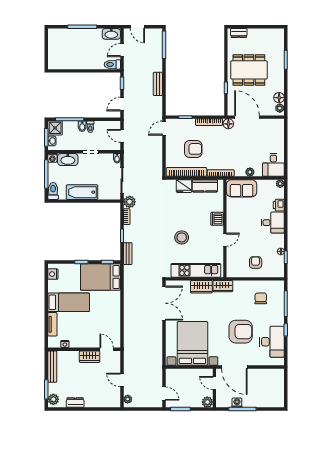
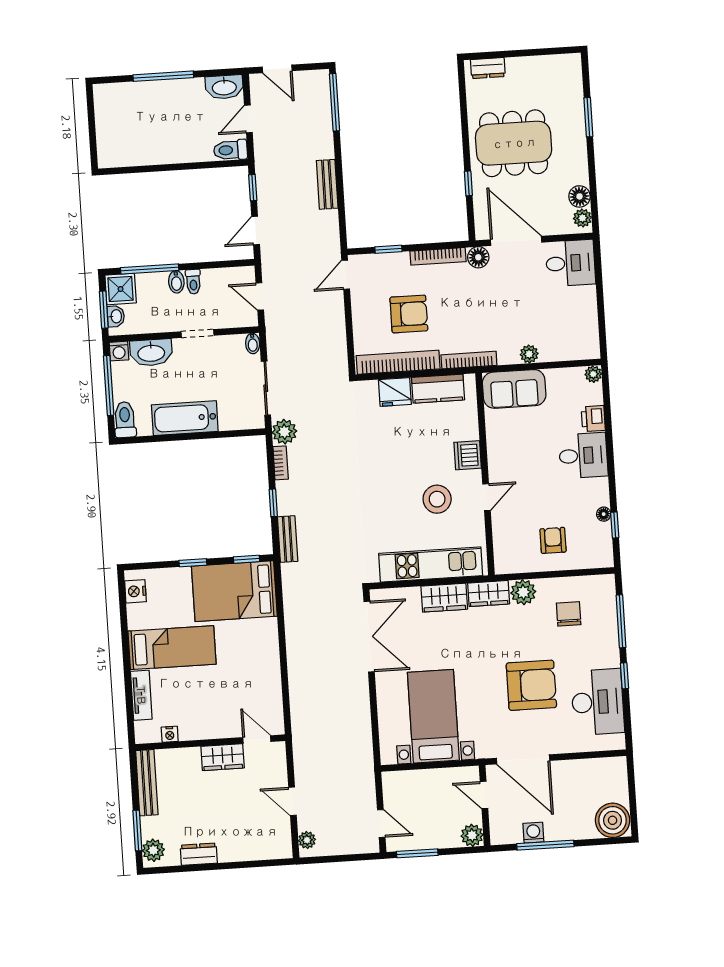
desk: (273, 165) -> (570, 263), moved, turned -90
stool: (182, 237) -> (437, 499), moved
plant: (240, 287) -> (523, 592), added
bed with nightstands: (192, 343) -> (433, 716), width x0.73
boiler: (276, 399) -> (613, 820), added

